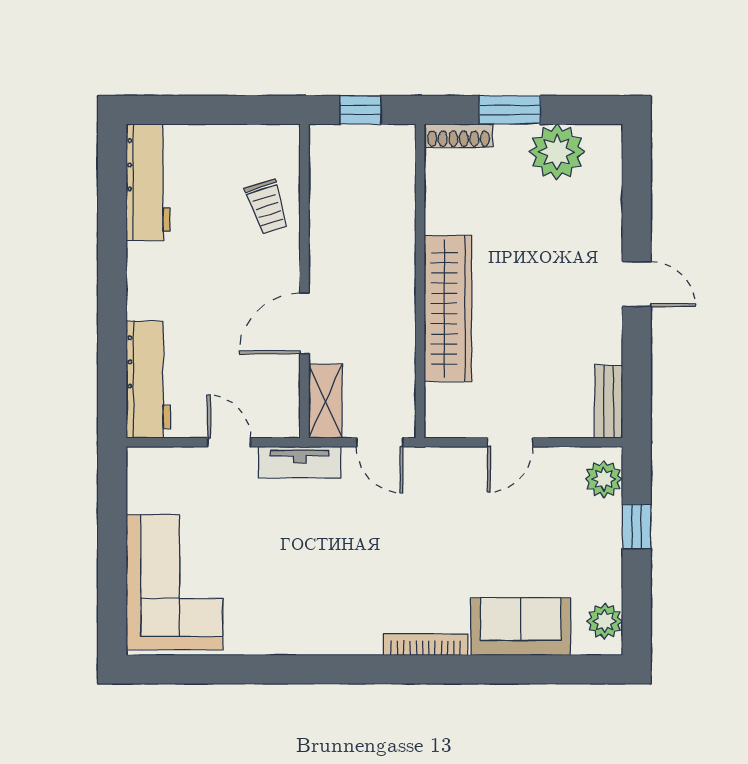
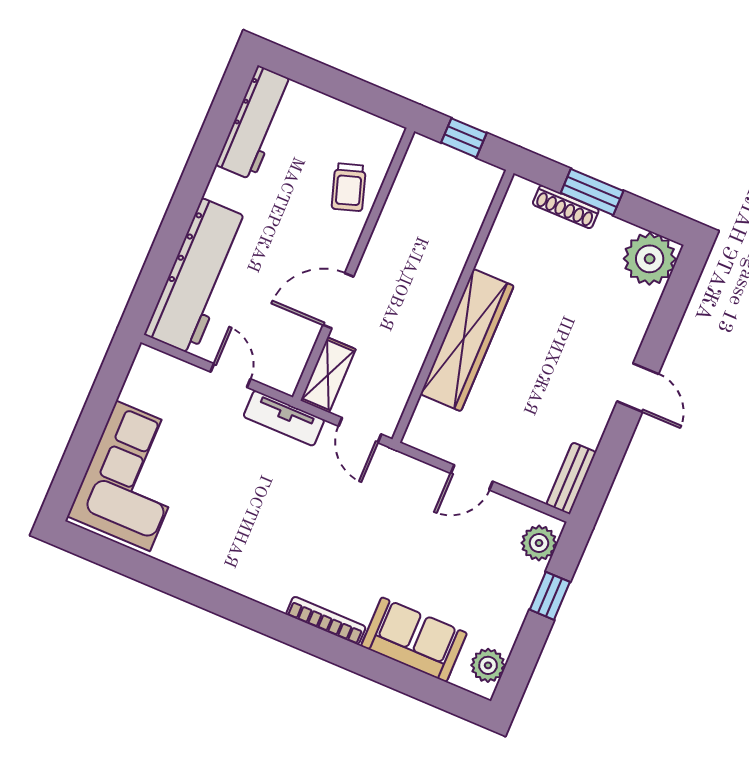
shoe rack: (459, 136) -> (566, 207), moved
plant: (557, 152) -> (650, 259), moved
workbench: (148, 380) -> (198, 277), width x1.36, depth x1.32

